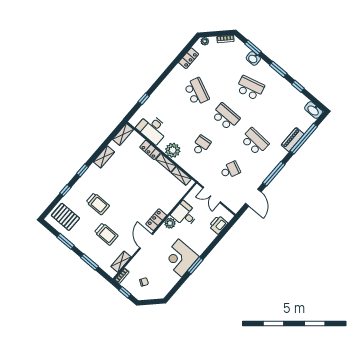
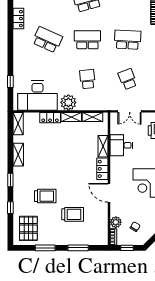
desk: (153, 129) -> (37, 96), width x1.36, depth x1.30
school desk: (230, 170) -> (128, 79), turned -45
pallet: (65, 217) -> (28, 228), turned 90
plant: (170, 223) -> (116, 222), moved
shelving: (121, 262) -> (103, 146), moved

